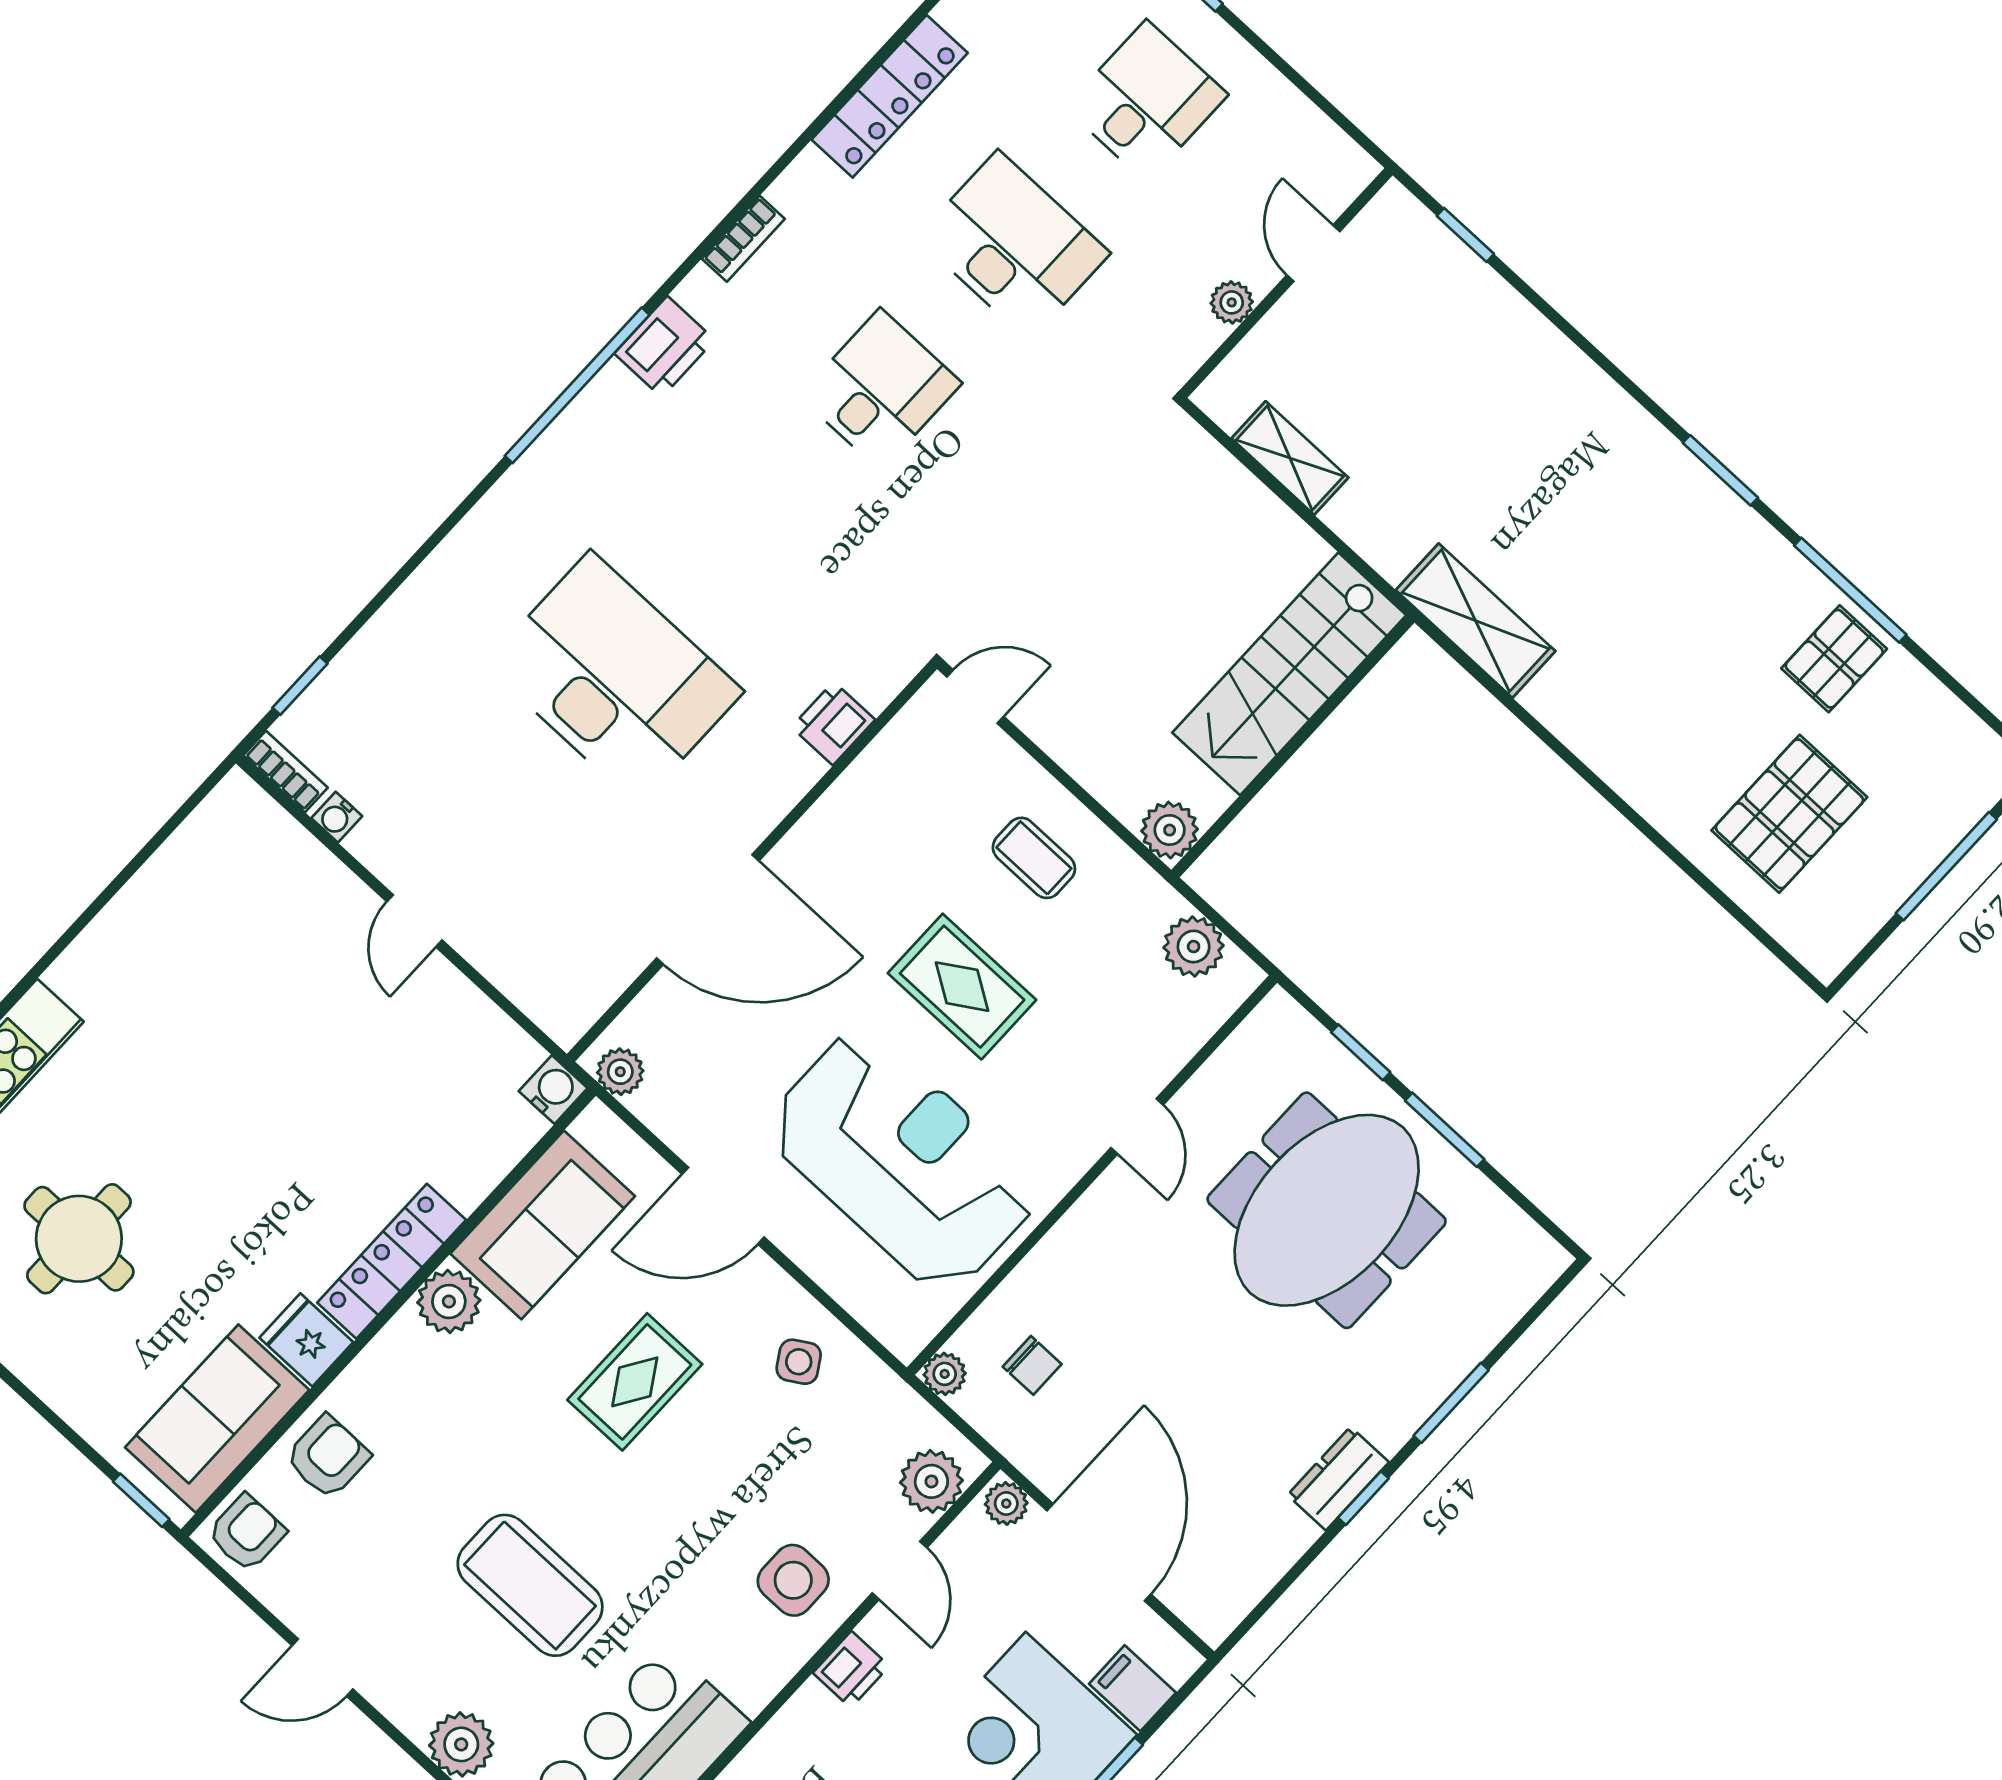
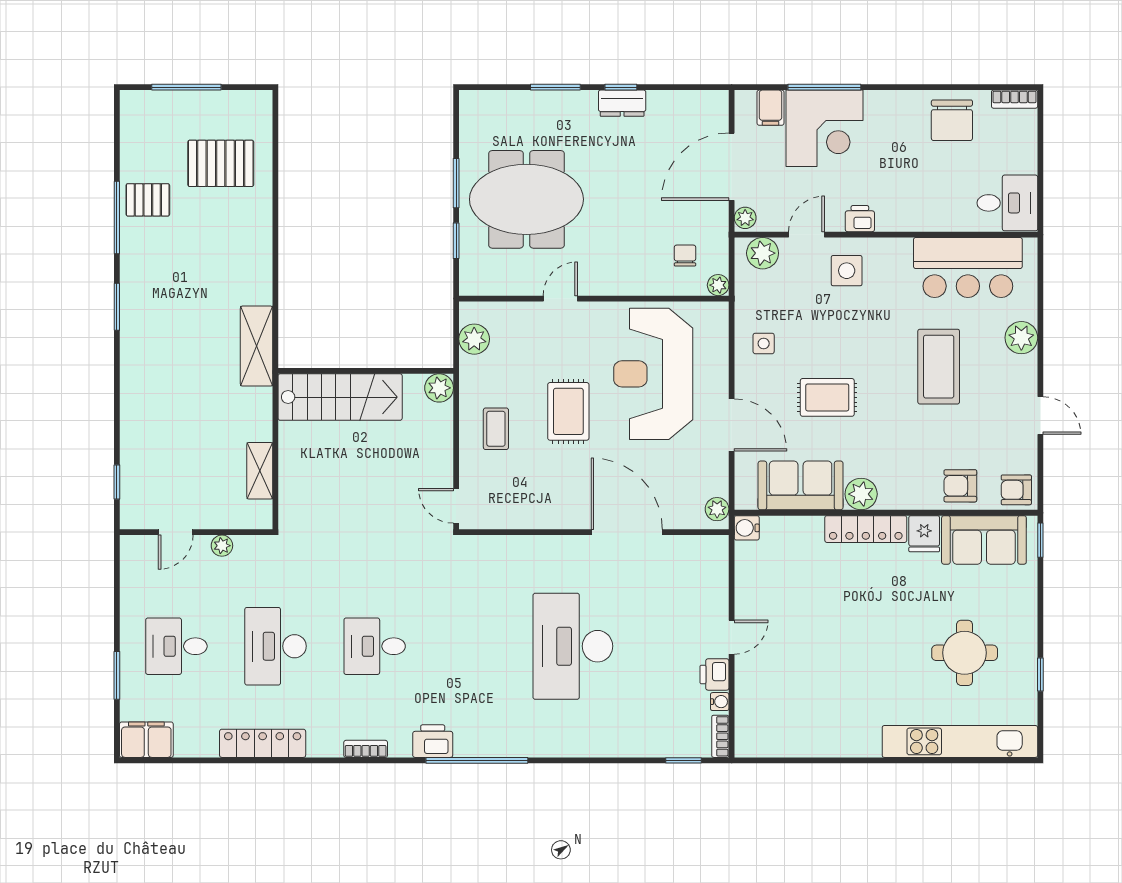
printer: (833, 723) -> (714, 674), moved, turned 90
side table: (799, 1362) -> (764, 343), turned 32

